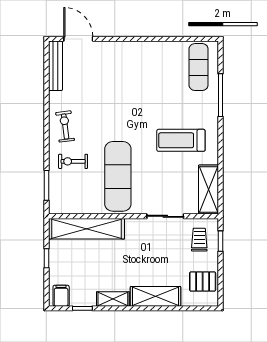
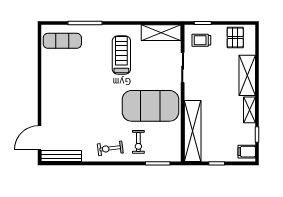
treadmill: (181, 140) -> (121, 55), turned 180
exercise mat: (118, 176) -> (151, 106), width x1.47

